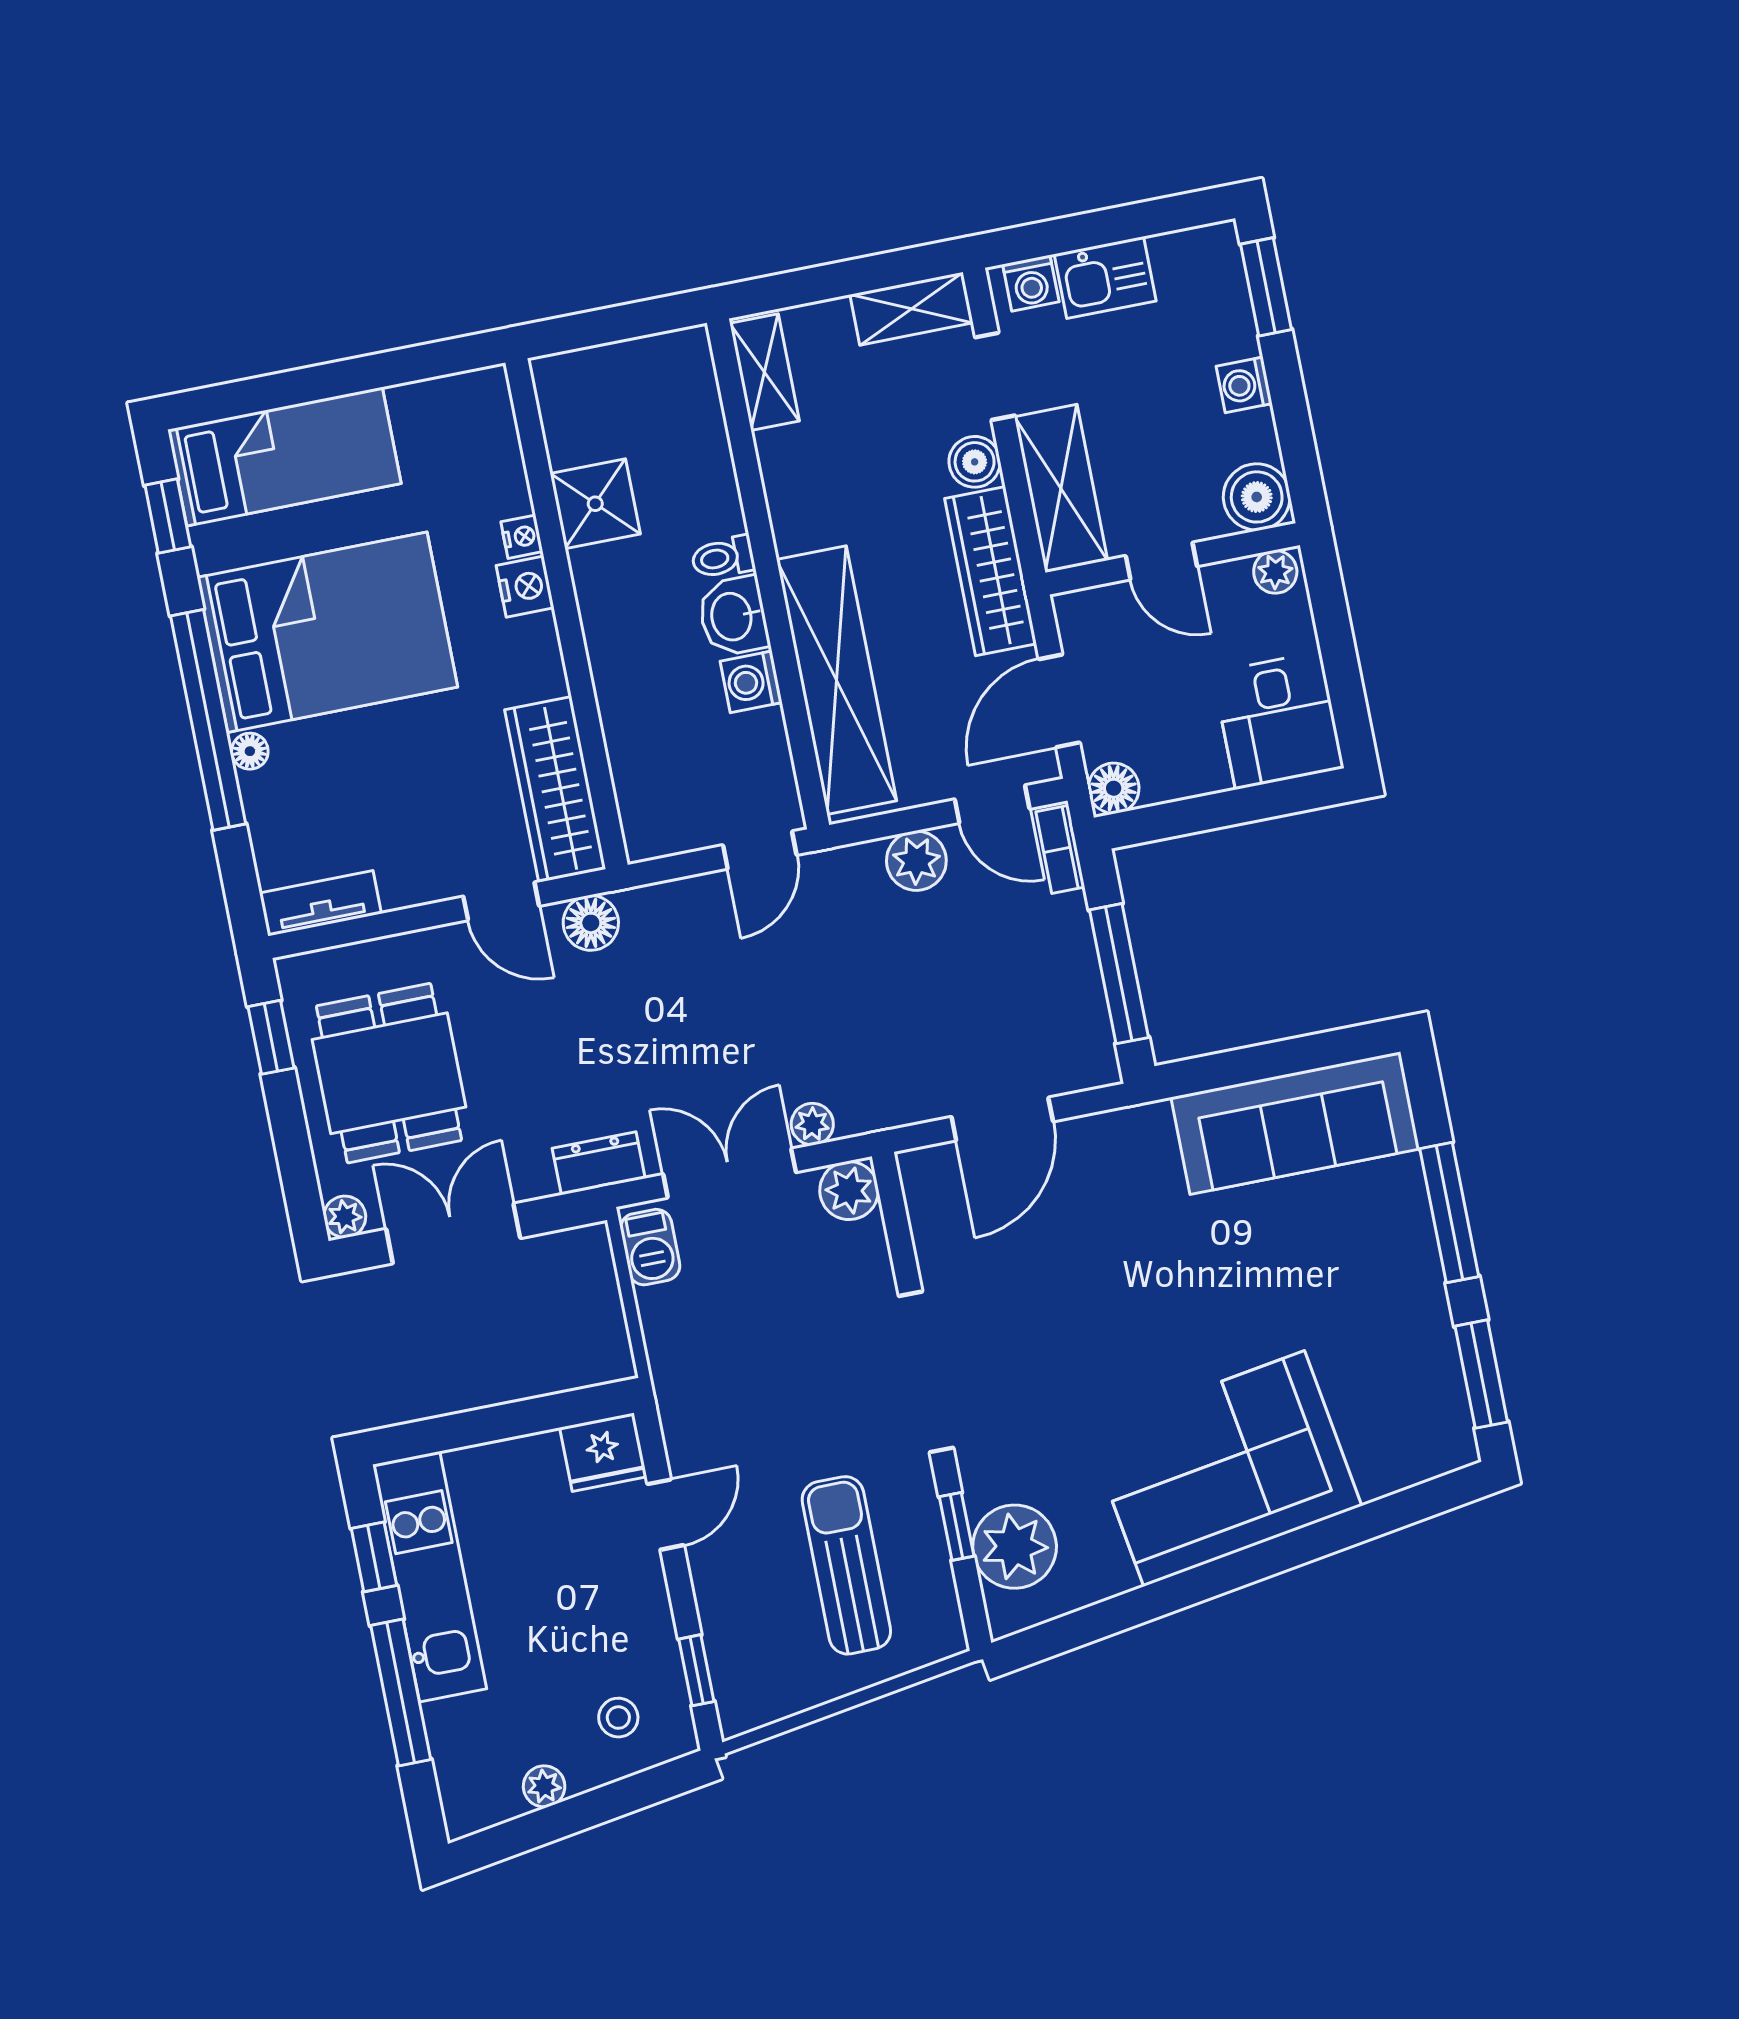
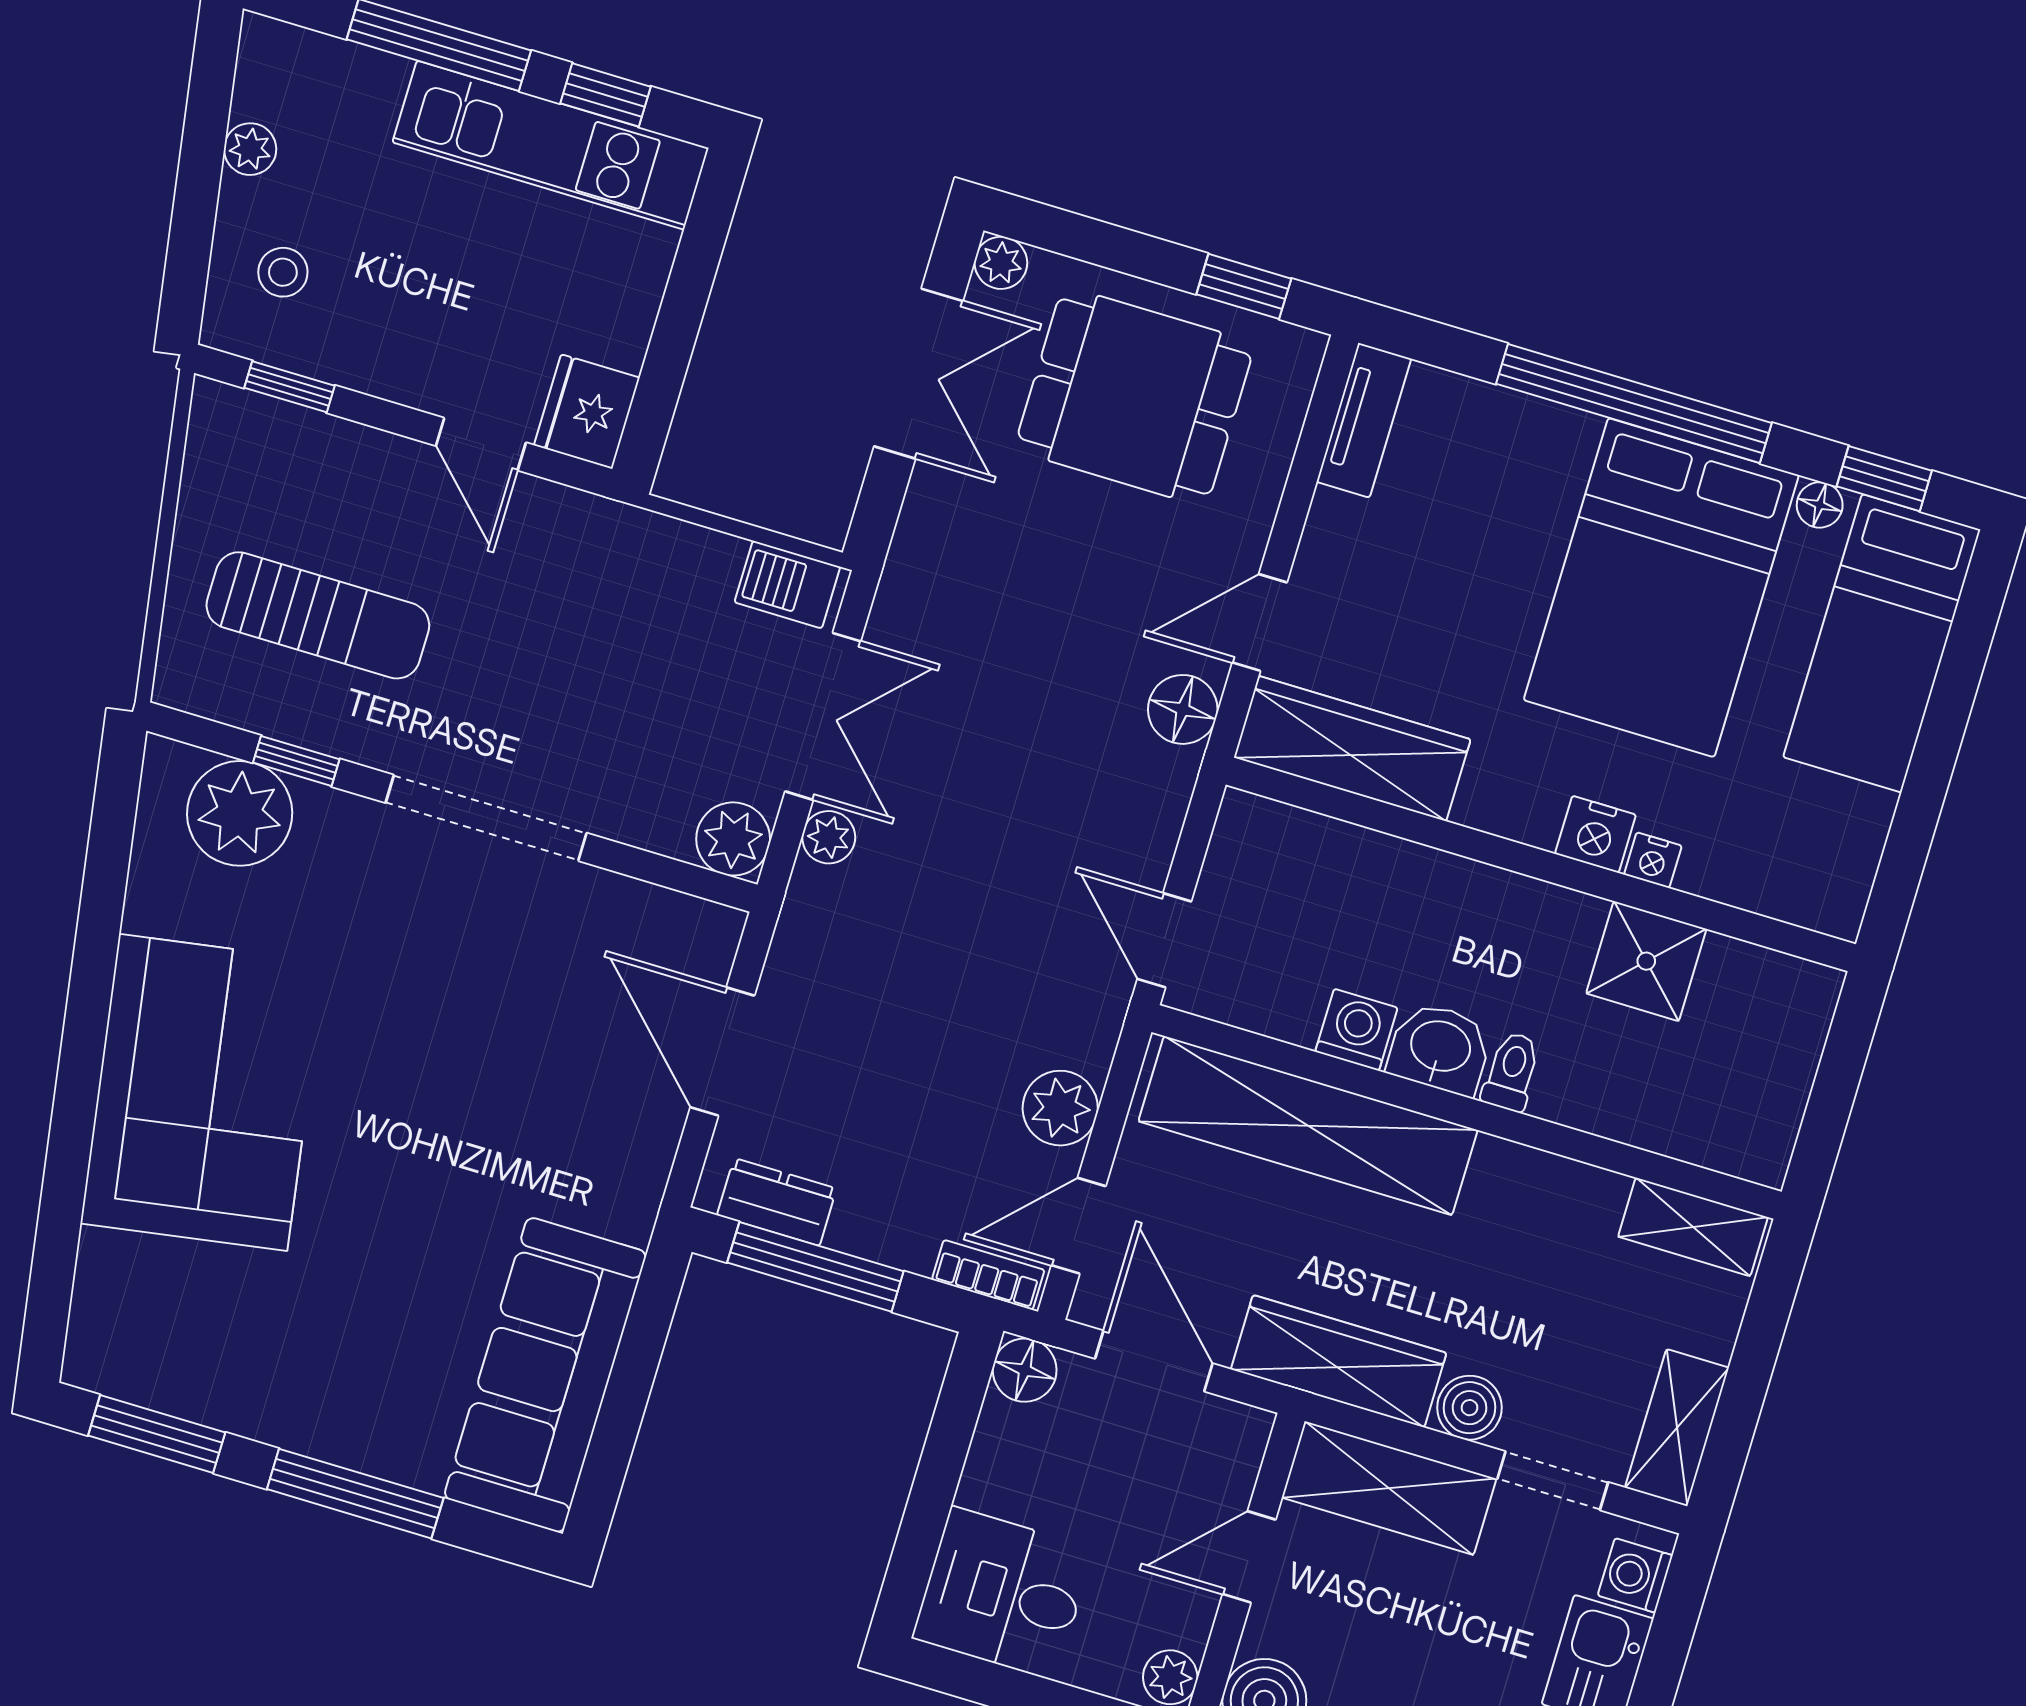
floor lamp: (250, 751) -> (1820, 505), moved
dresser: (599, 1163) -> (777, 1202), moved, turned -90

